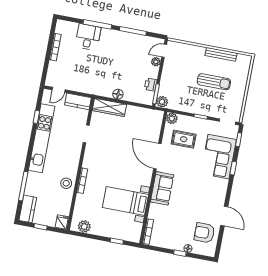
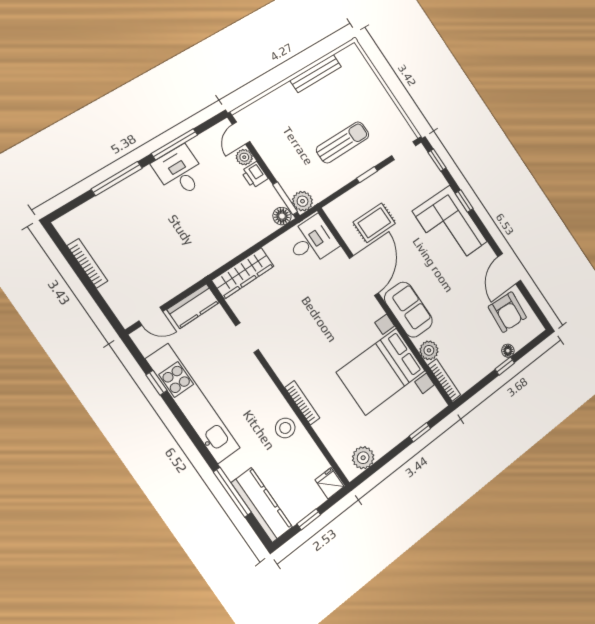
desk: (88, 37) -> (180, 172), moved
sun lounger: (214, 82) -> (343, 142), moved
printer: (151, 85) -> (255, 175), moved
door: (59, 90) -> (151, 316), hinge flipped
floor lamp: (118, 94) -> (282, 216), moved
plant: (172, 118) -> (429, 350), moved
desk: (150, 121) -> (312, 241), added
door: (157, 156) -> (364, 276), swing flipped
corner sofa: (219, 157) -> (450, 226), moved
bed with nightstands: (125, 201) -> (381, 371), width x1.36
kitchen counter: (28, 209) -> (262, 505), width x1.50
door: (224, 216) -> (509, 269), swing flipped
armchair: (204, 233) -> (507, 312), turned -86

